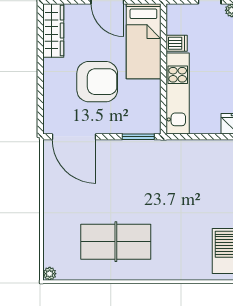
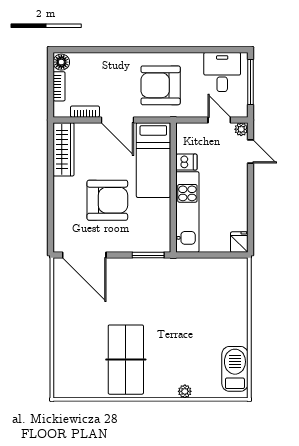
table tennis table: (116, 242) -> (126, 360), turned 90
plant: (50, 274) -> (185, 391), moved

